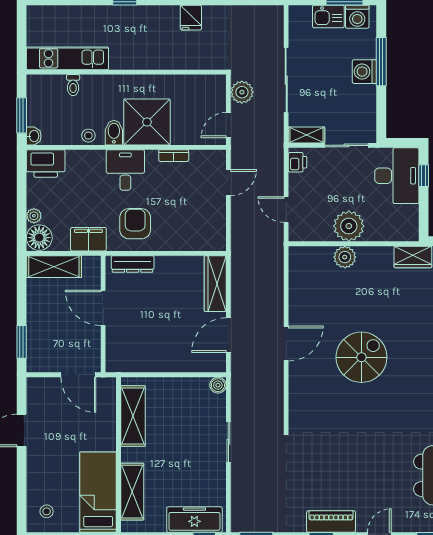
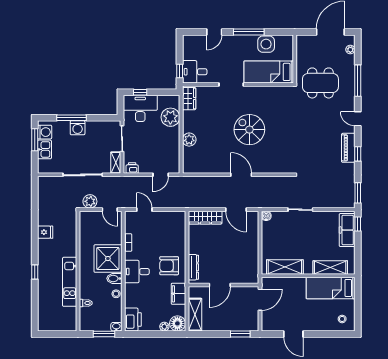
kitchen unit: (67, 58) -> (70, 282), moved
plant: (349, 226) -> (170, 117), moved

